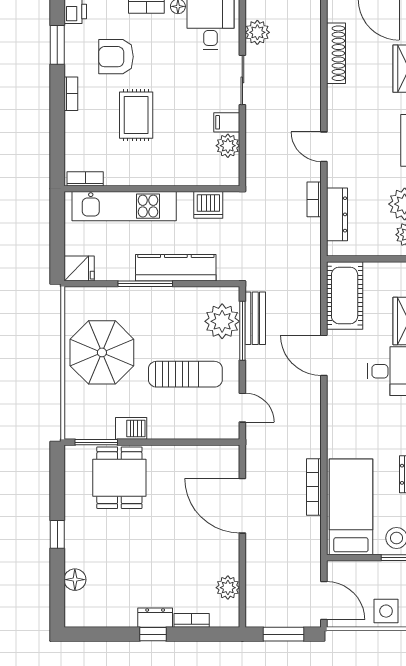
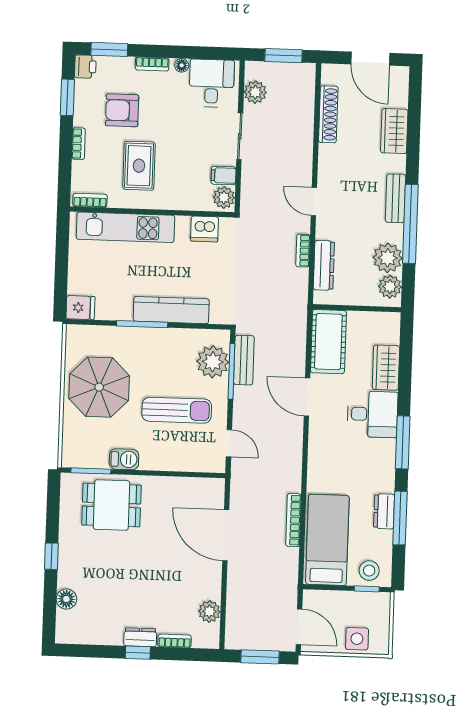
bookcase: (85, 179) -> (90, 200), moved
wall: (152, 189) -> (152, 212), moved
dishwasher: (208, 205) -> (204, 229), moved
kitchen unit: (124, 206) -> (125, 227), moved
dining table: (119, 478) -> (111, 505), turned 90

